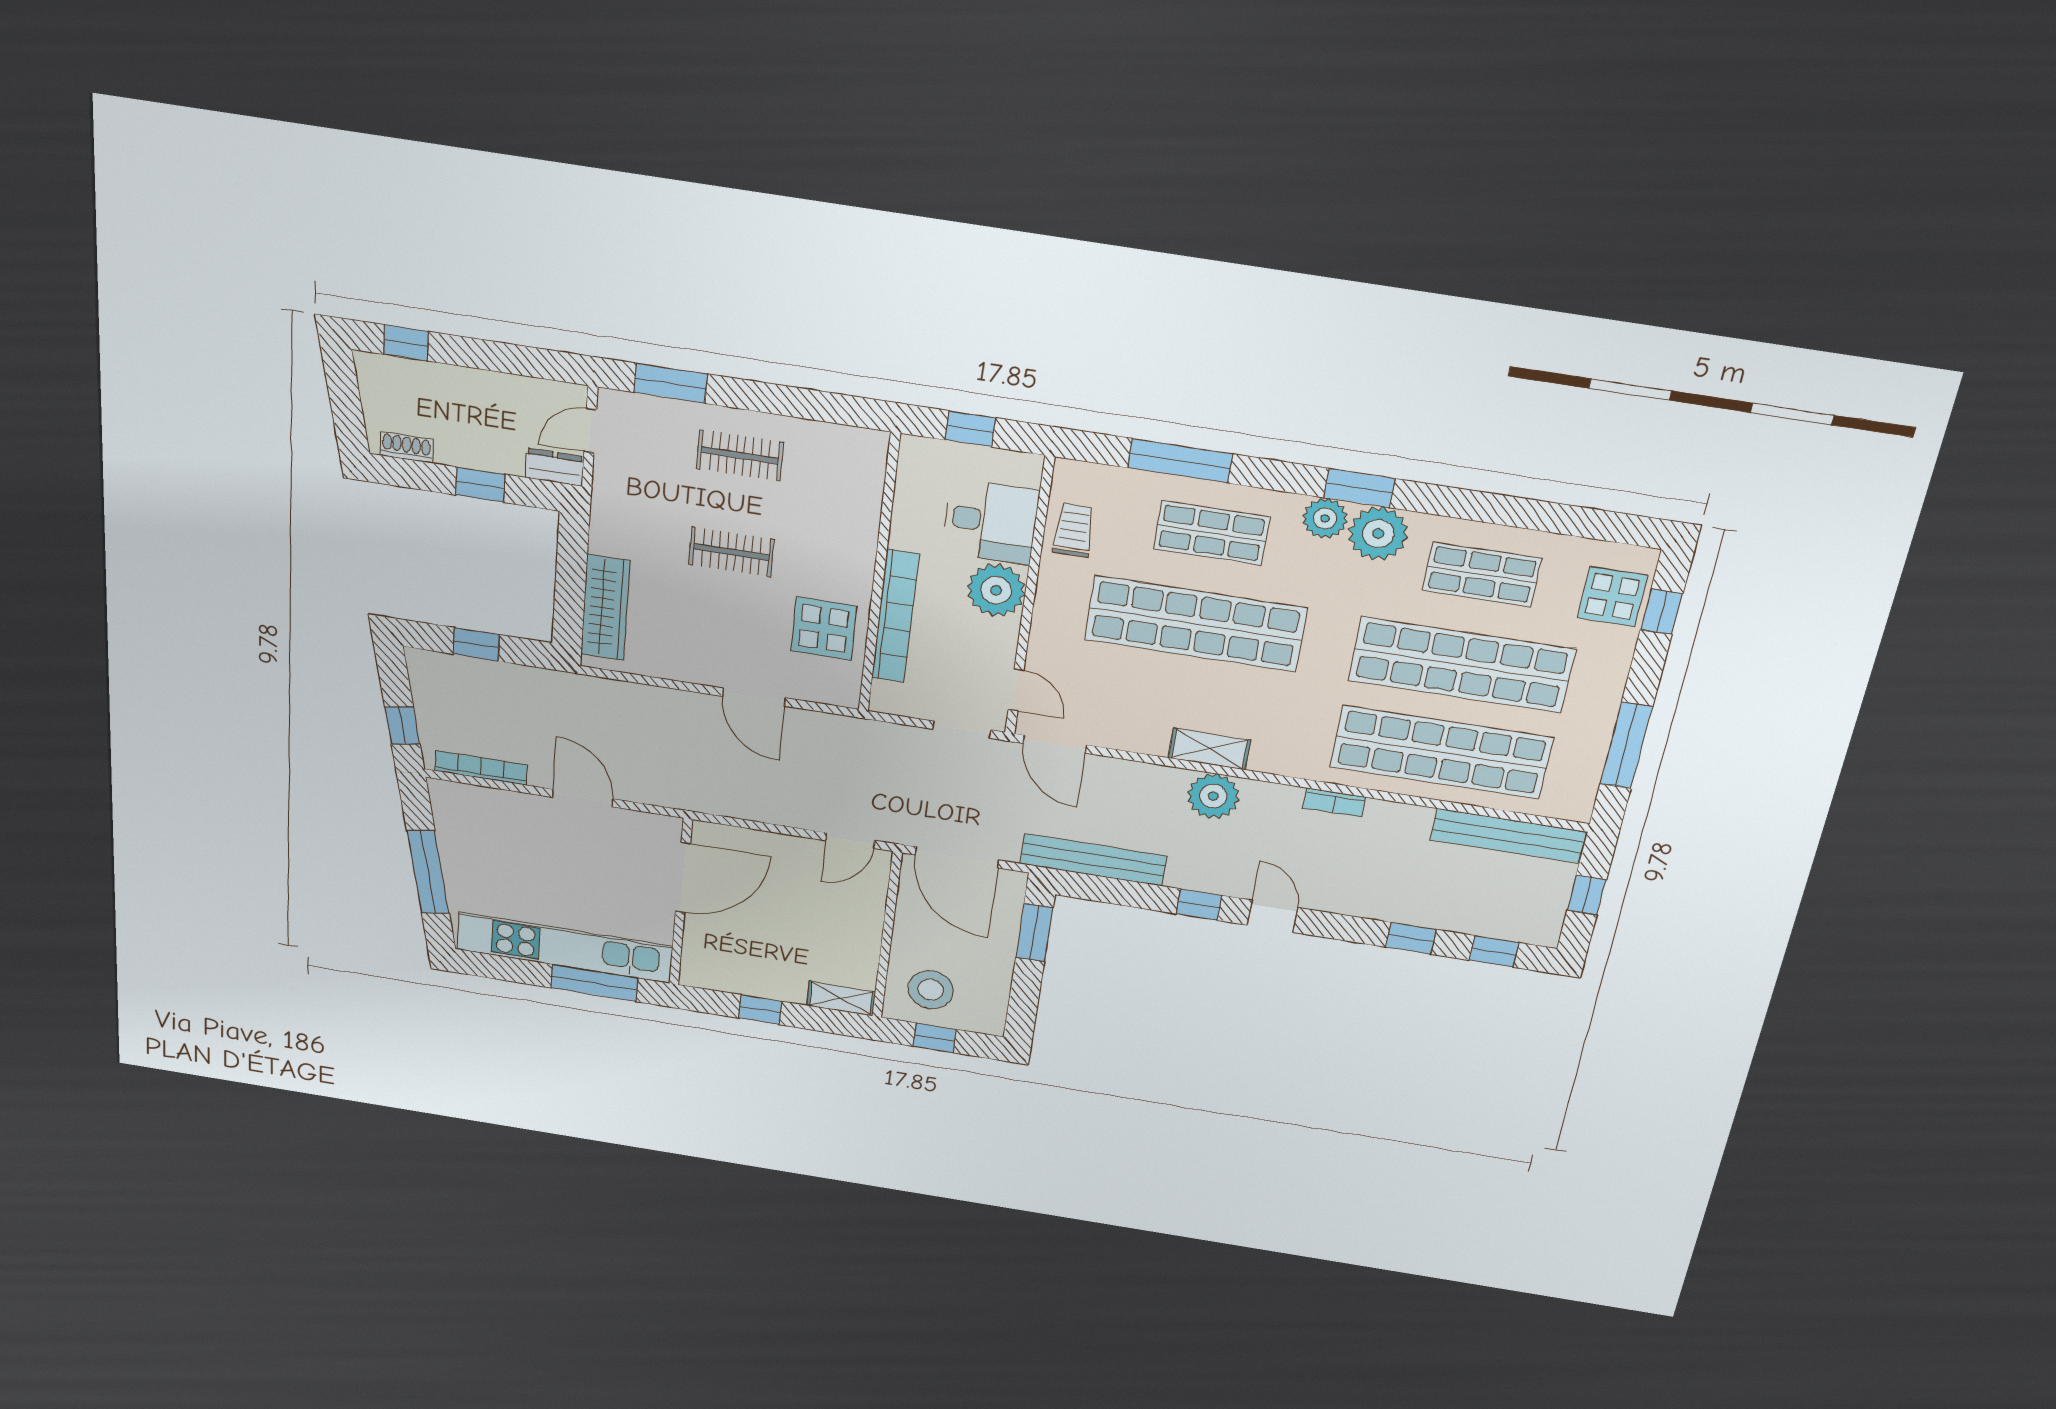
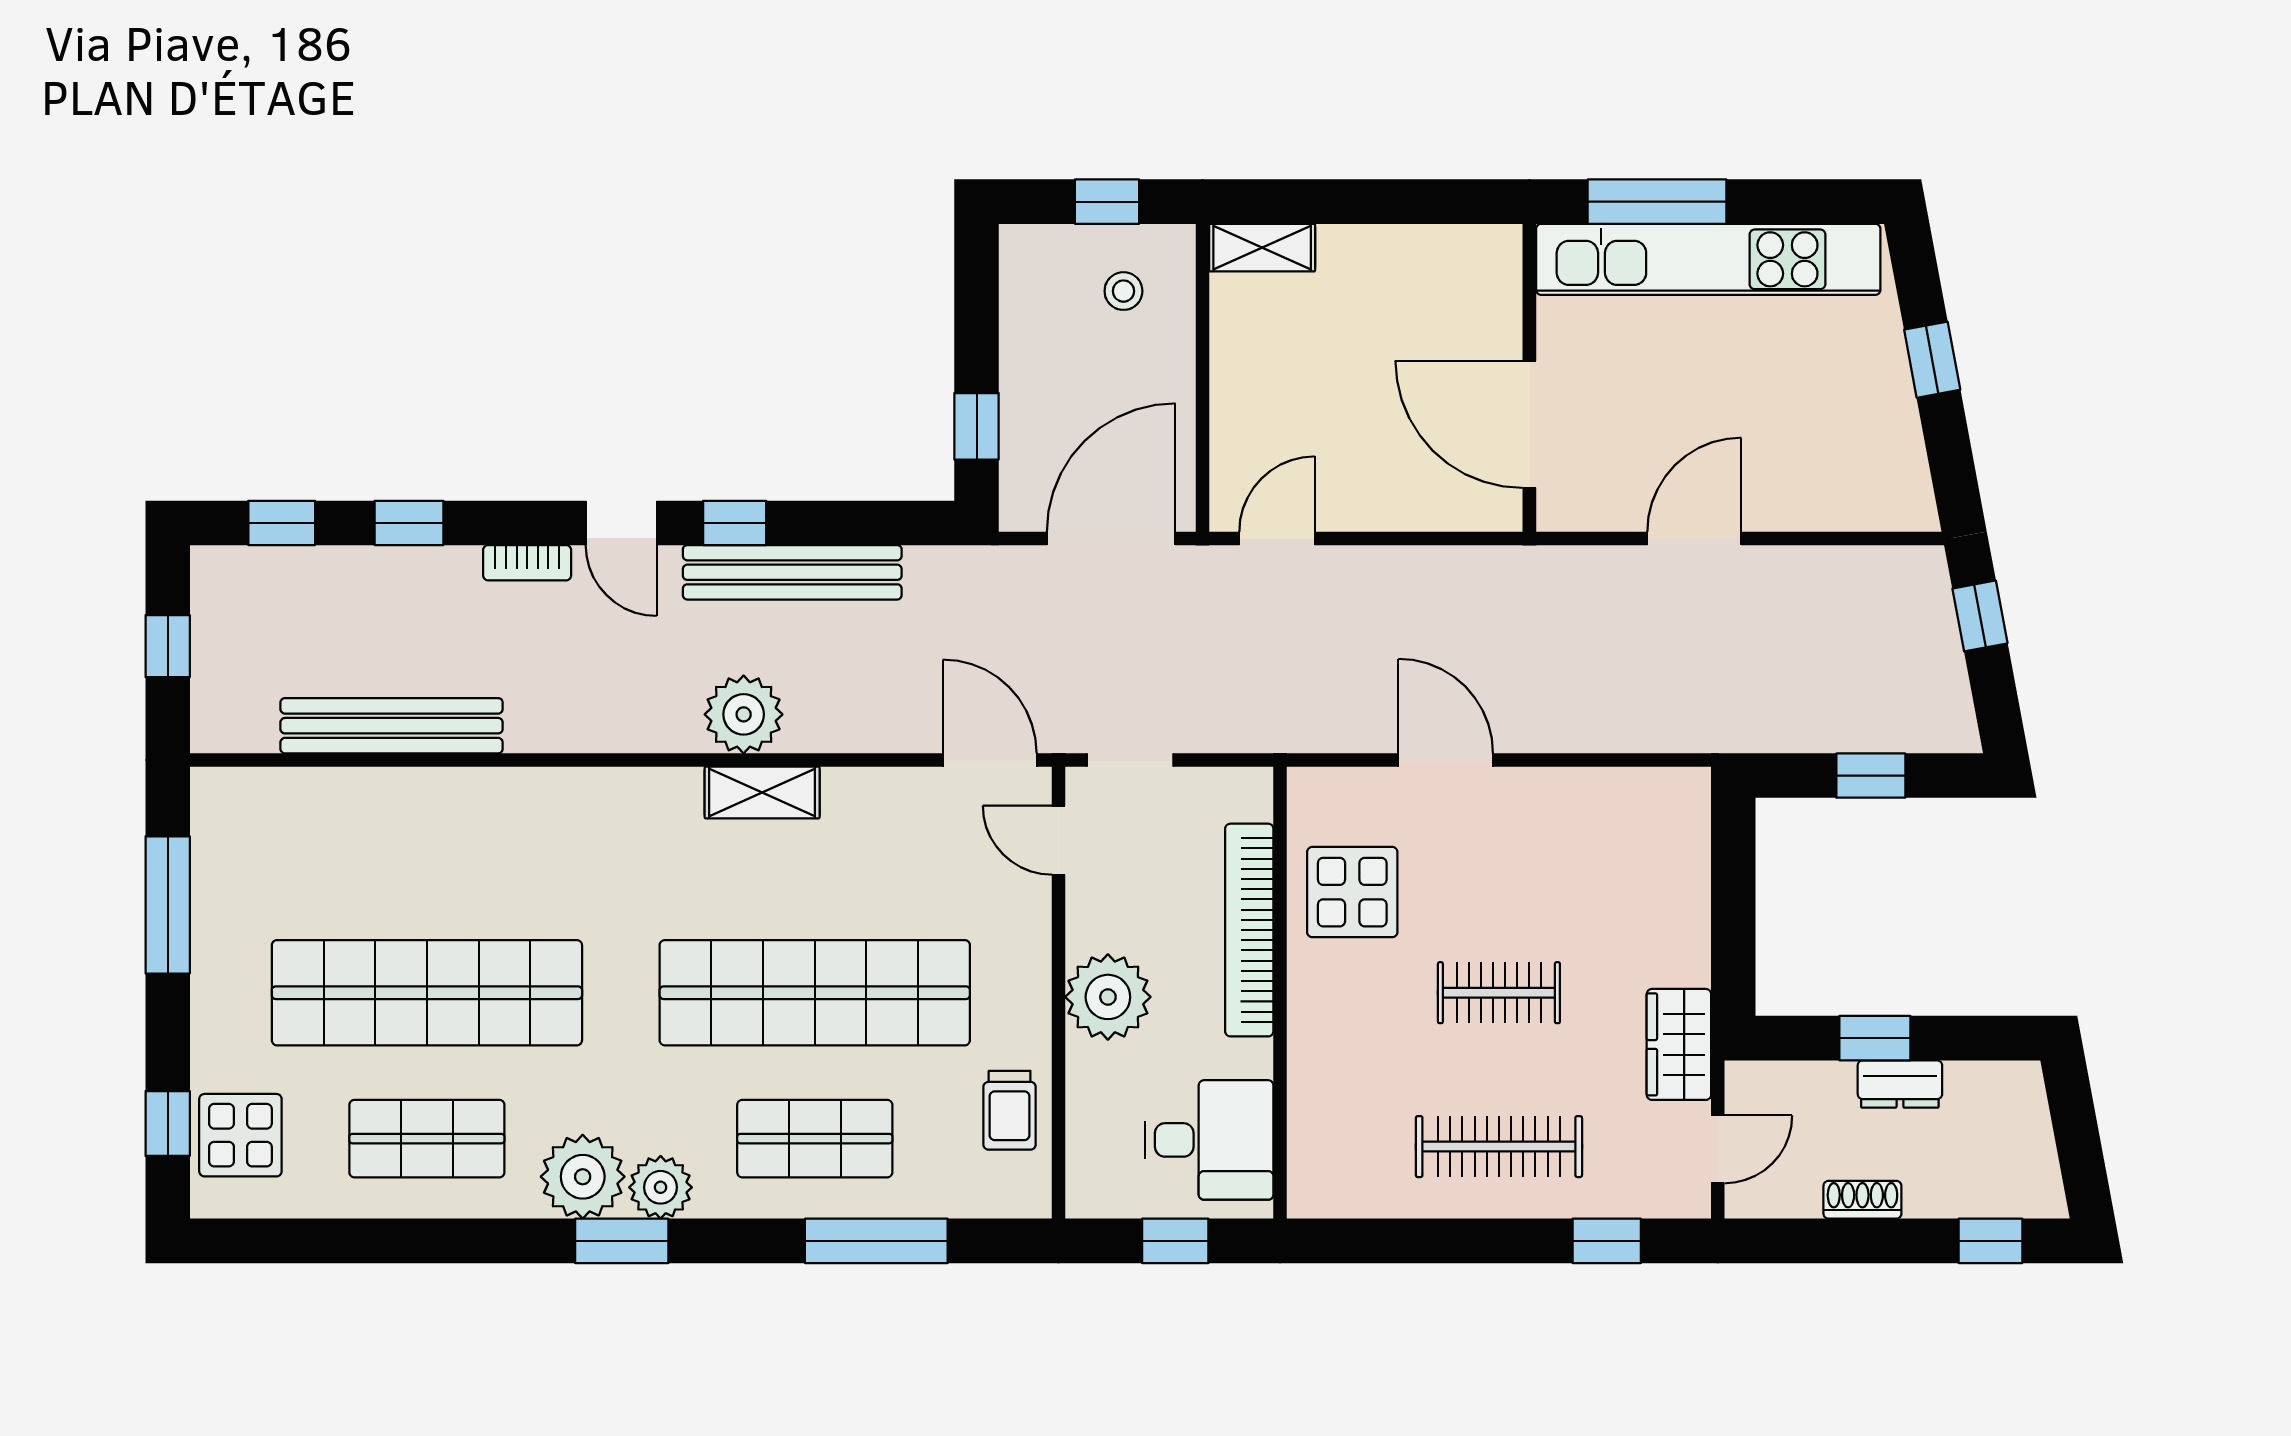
window: (671, 383) -> (1607, 1241), width x0.67
shoe rack: (406, 447) -> (1862, 1200), moved, turned 180
clothes rail: (740, 455) -> (1499, 1147), width x1.36
dresser: (555, 467) -> (1900, 1084), moved
desk: (991, 521) -> (1209, 1140), moved, turned 180
wardrobe: (605, 608) -> (1679, 1044), moved, width x0.67
shop shelf: (1441, 752) -> (427, 847), removed
bookcase: (481, 768) -> (1855, 563), removed
door: (583, 798) -> (1694, 538), swing flipped
bookcase: (1334, 802) -> (527, 563), moved, turned 180
bench: (1508, 836) -> (392, 726), moved
door: (957, 857) -> (1111, 538), hinge flipped
bench: (1093, 860) -> (792, 572), moved
window: (428, 872) -> (1932, 360), width x0.46
door: (683, 878) -> (1529, 424), hinge flipped
window: (1034, 932) -> (977, 426), width x0.67
stool: (931, 990) -> (1123, 291), width x0.53, depth x0.53
window: (760, 1010) -> (1388, 202), removed

